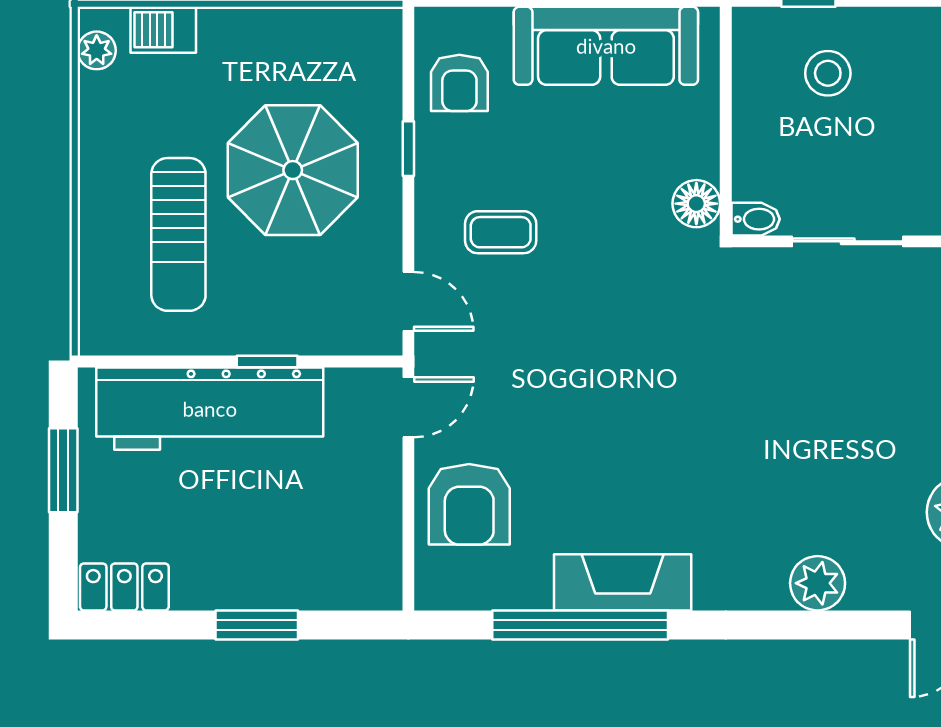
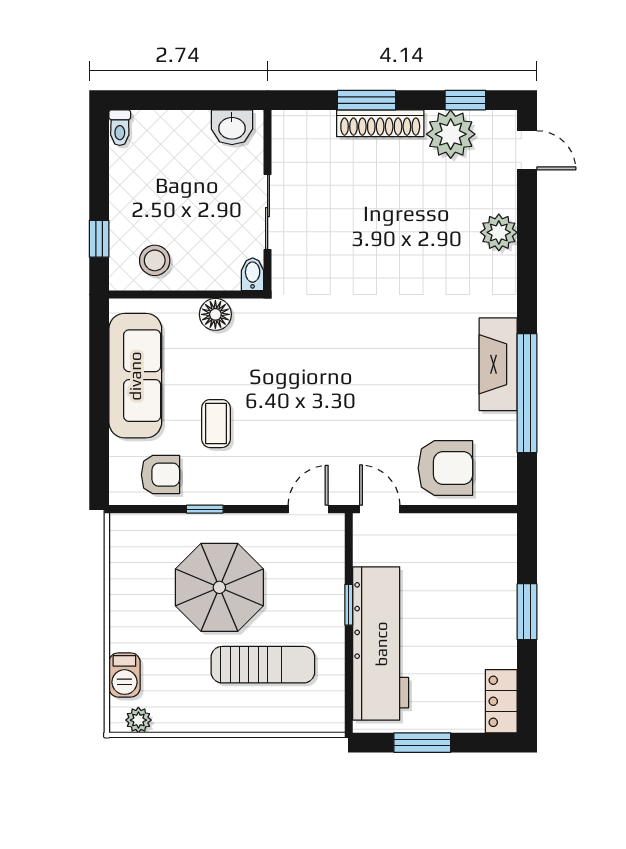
stool: (828, 73) -> (155, 260), moved
floor lamp: (696, 204) -> (215, 314), moved
coffee table: (501, 232) -> (216, 424), moved

